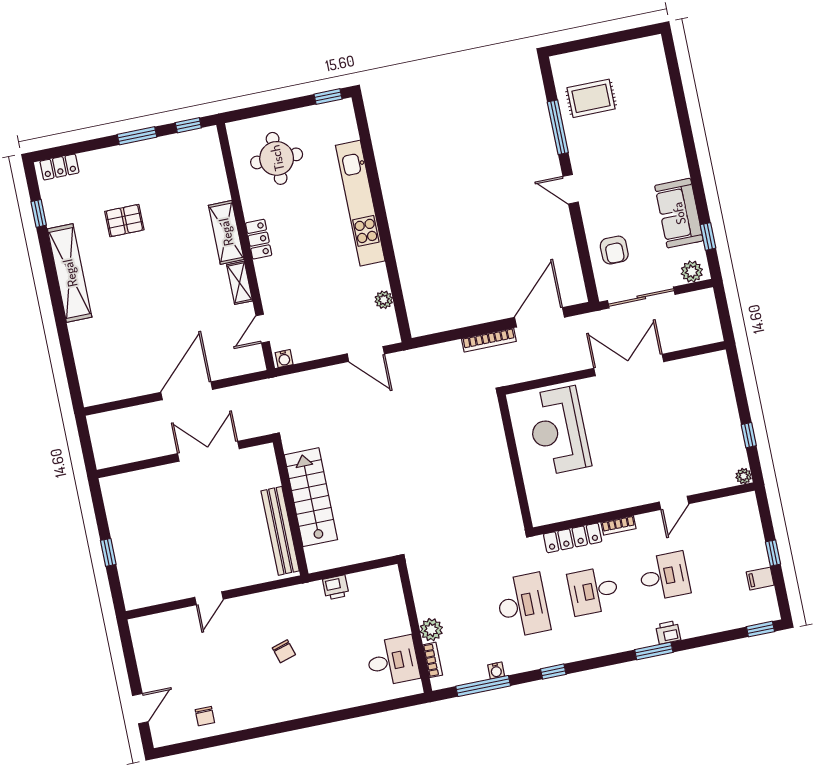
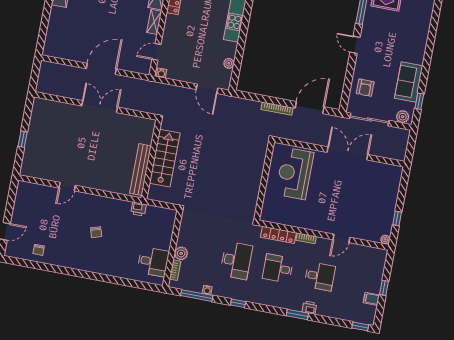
stairs: (311, 497) -> (165, 158), moved
wall: (291, 508) -> (151, 159), moved
bench: (280, 531) -> (141, 170), moved

